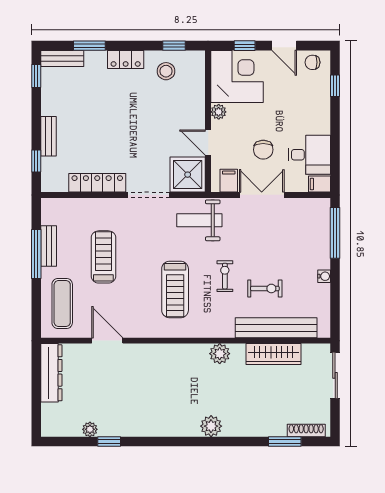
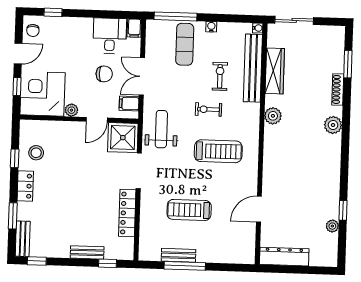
window: (174, 46) -> (15, 158), moved
weight bench: (199, 220) -> (161, 129), turned 180
exercise mat: (62, 304) -> (185, 44), moved, turned 90
water cooler: (324, 332) -> (258, 28), added
shoe rack: (306, 430) -> (338, 89), moved

